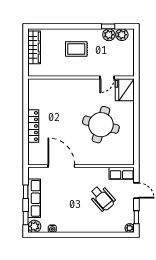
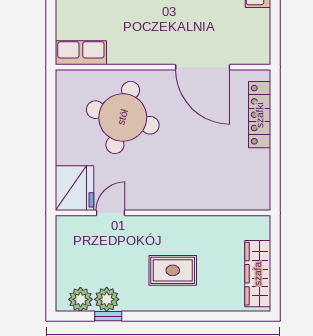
door: (61, 166) -> (203, 67), moved
wall: (81, 166) -> (163, 67), moved
row of seats: (122, 173) -> (81, 53), moved

